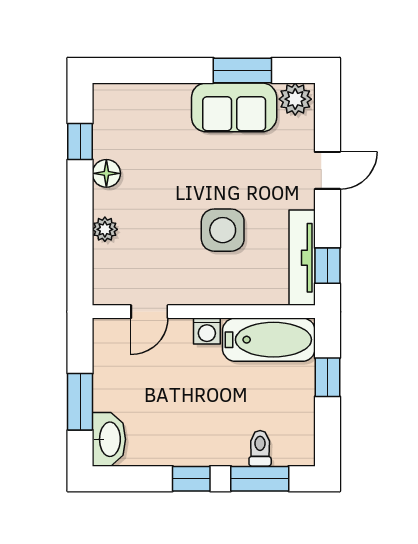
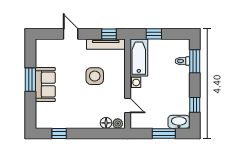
window: (242, 70) -> (30, 80), moved
plant: (295, 99) -> (42, 47), removed
sofa: (234, 107) -> (45, 85), moved
floor lamp: (106, 173) -> (106, 123), moved
plant: (105, 229) -> (118, 123), moved
window: (191, 479) -> (195, 105), moved

